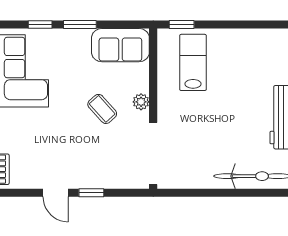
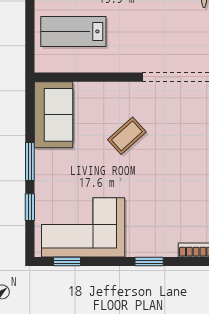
window: (182, 25) -> (30, 44), removed
plant: (141, 102) -> (119, 91), removed

